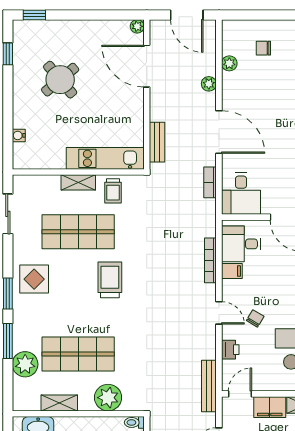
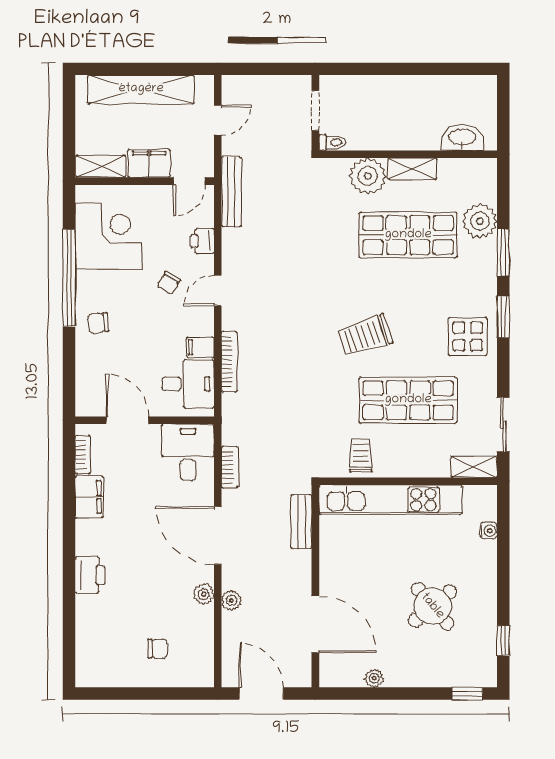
plant: (137, 26) -> (374, 678), moved
plant: (229, 63) -> (204, 594), moved
kitchen unit: (105, 158) -> (391, 500), width x1.36
shelving: (78, 182) -> (474, 467), moved
trolley: (110, 280) -> (365, 335), turned 72
door: (219, 313) -> (218, 291), hinge flipped
shelving: (59, 403) -> (412, 169), moved

